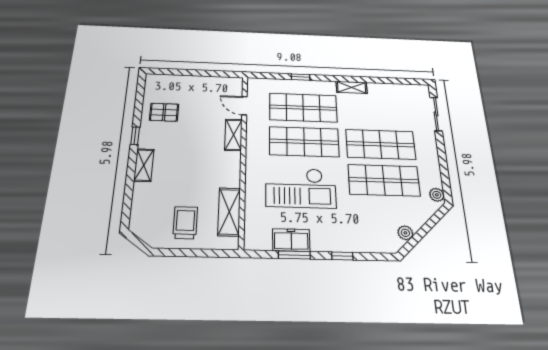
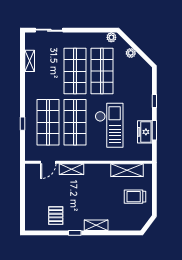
shelving: (352, 87) -> (30, 61), moved
plant: (405, 233) -> (131, 53), moved

